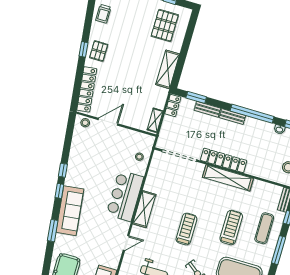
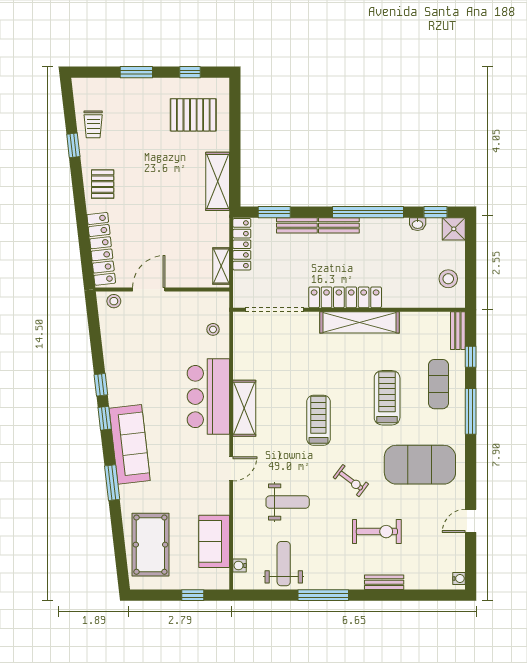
pallet: (165, 26) -> (193, 115), turned 90
window: (84, 49) -> (73, 145), moved
locker: (173, 105) -> (242, 244), width x1.53

